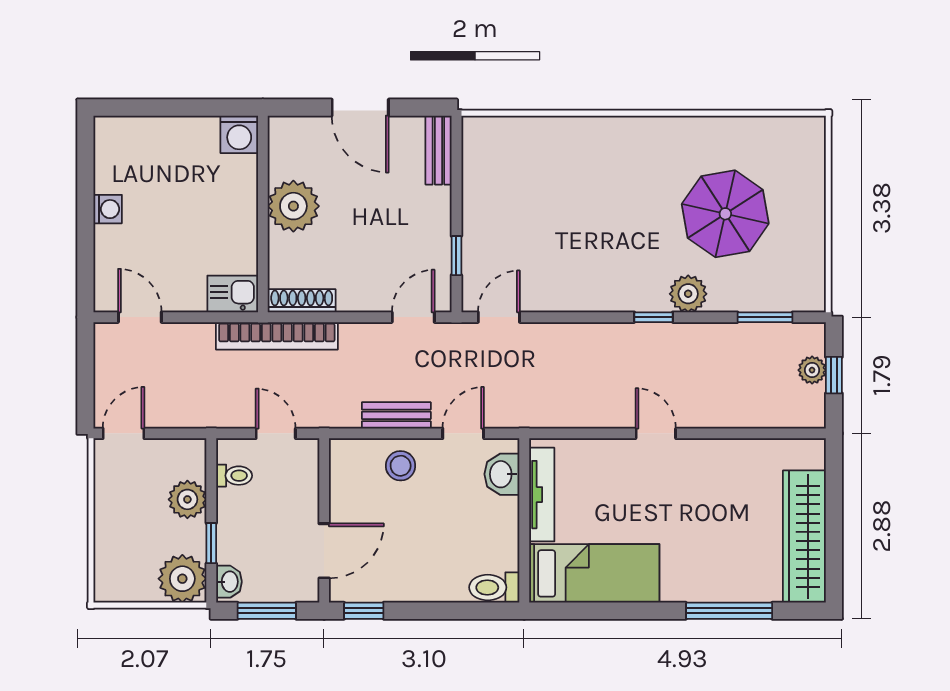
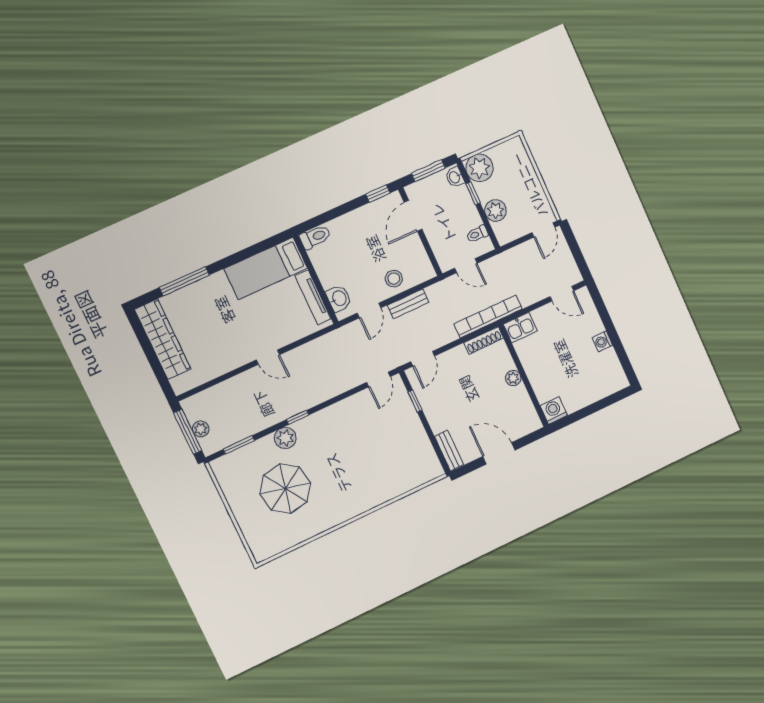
plant: (293, 206) -> (513, 378), width x0.53, depth x0.53
window: (834, 375) -> (188, 432), width x2.17

